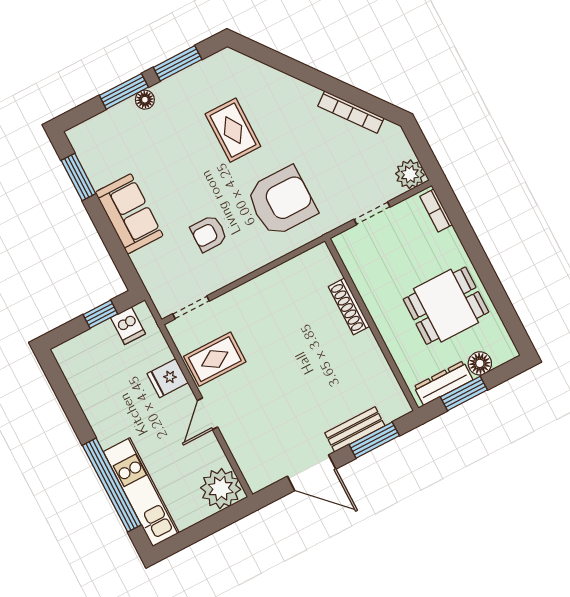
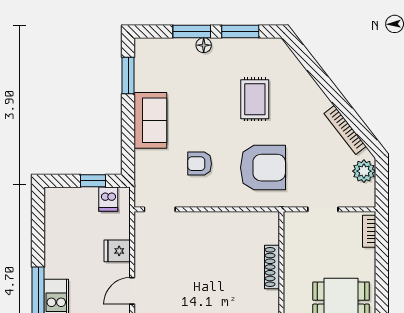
plant: (410, 174) -> (364, 171), moved
rug: (215, 359) -> (157, 255), removed

